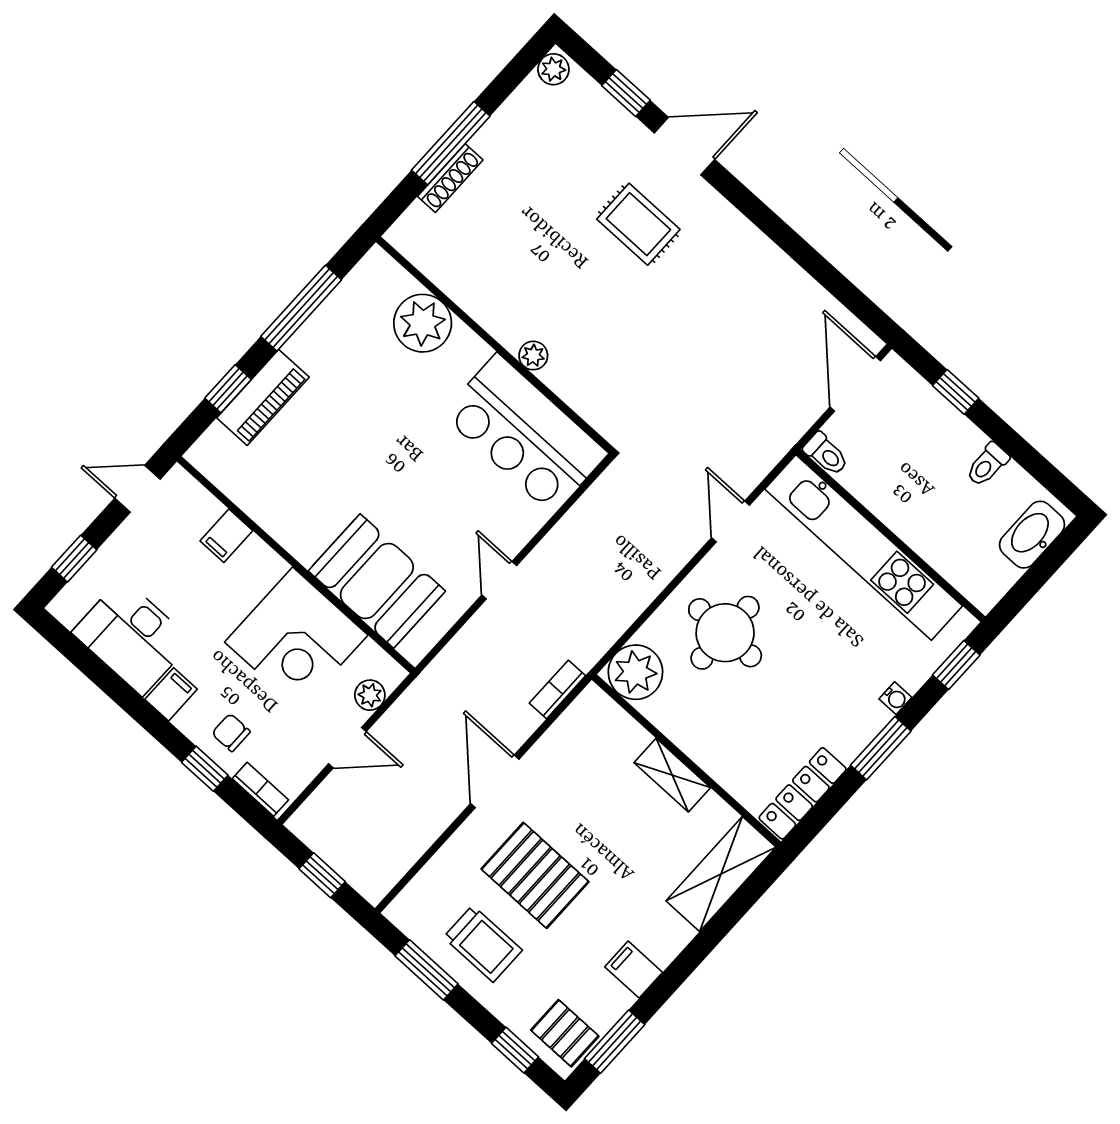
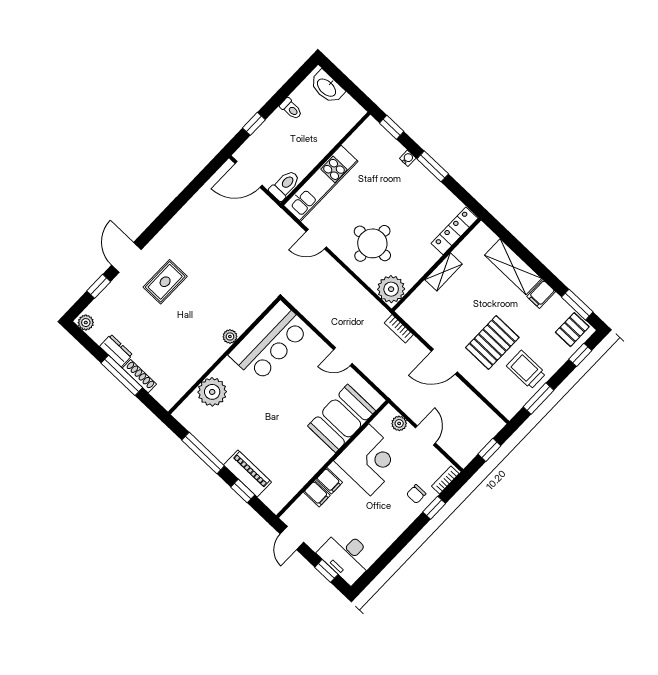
dresser: (500, 131) -> (116, 351), added
toilet: (826, 454) -> (285, 185), width x1.37, depth x1.39
kitchen unit: (864, 548) -> (321, 183), width x0.73
desk: (132, 637) -> (347, 556), moved, turned 90
filing cabinet: (171, 694) -> (329, 481), moved, turned 180
locker: (803, 793) -> (455, 231), moved, turned 90
shelving: (721, 874) -> (513, 267), moved
trolley: (483, 944) -> (526, 370), turned -90

